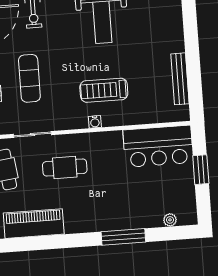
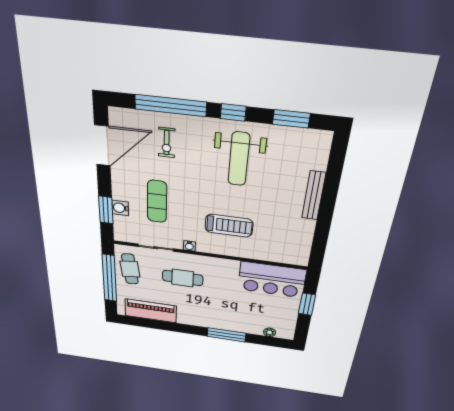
bench: (180, 79) -> (314, 196), moved
treadmill: (104, 90) -> (229, 226), turned 180
water cooler: (95, 122) -> (189, 246), moved

